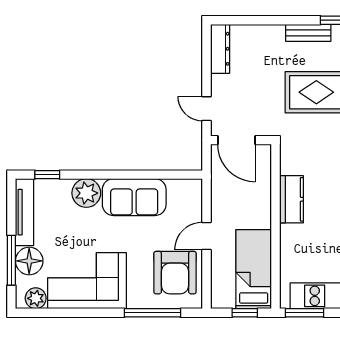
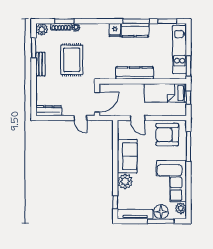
door: (206, 109) -> (80, 118), hinge flipped
kitchen counter: (291, 199) -> (135, 73), width x1.50
door: (206, 236) -> (138, 118), moved
armchair: (175, 273) -> (167, 135), turned 180

